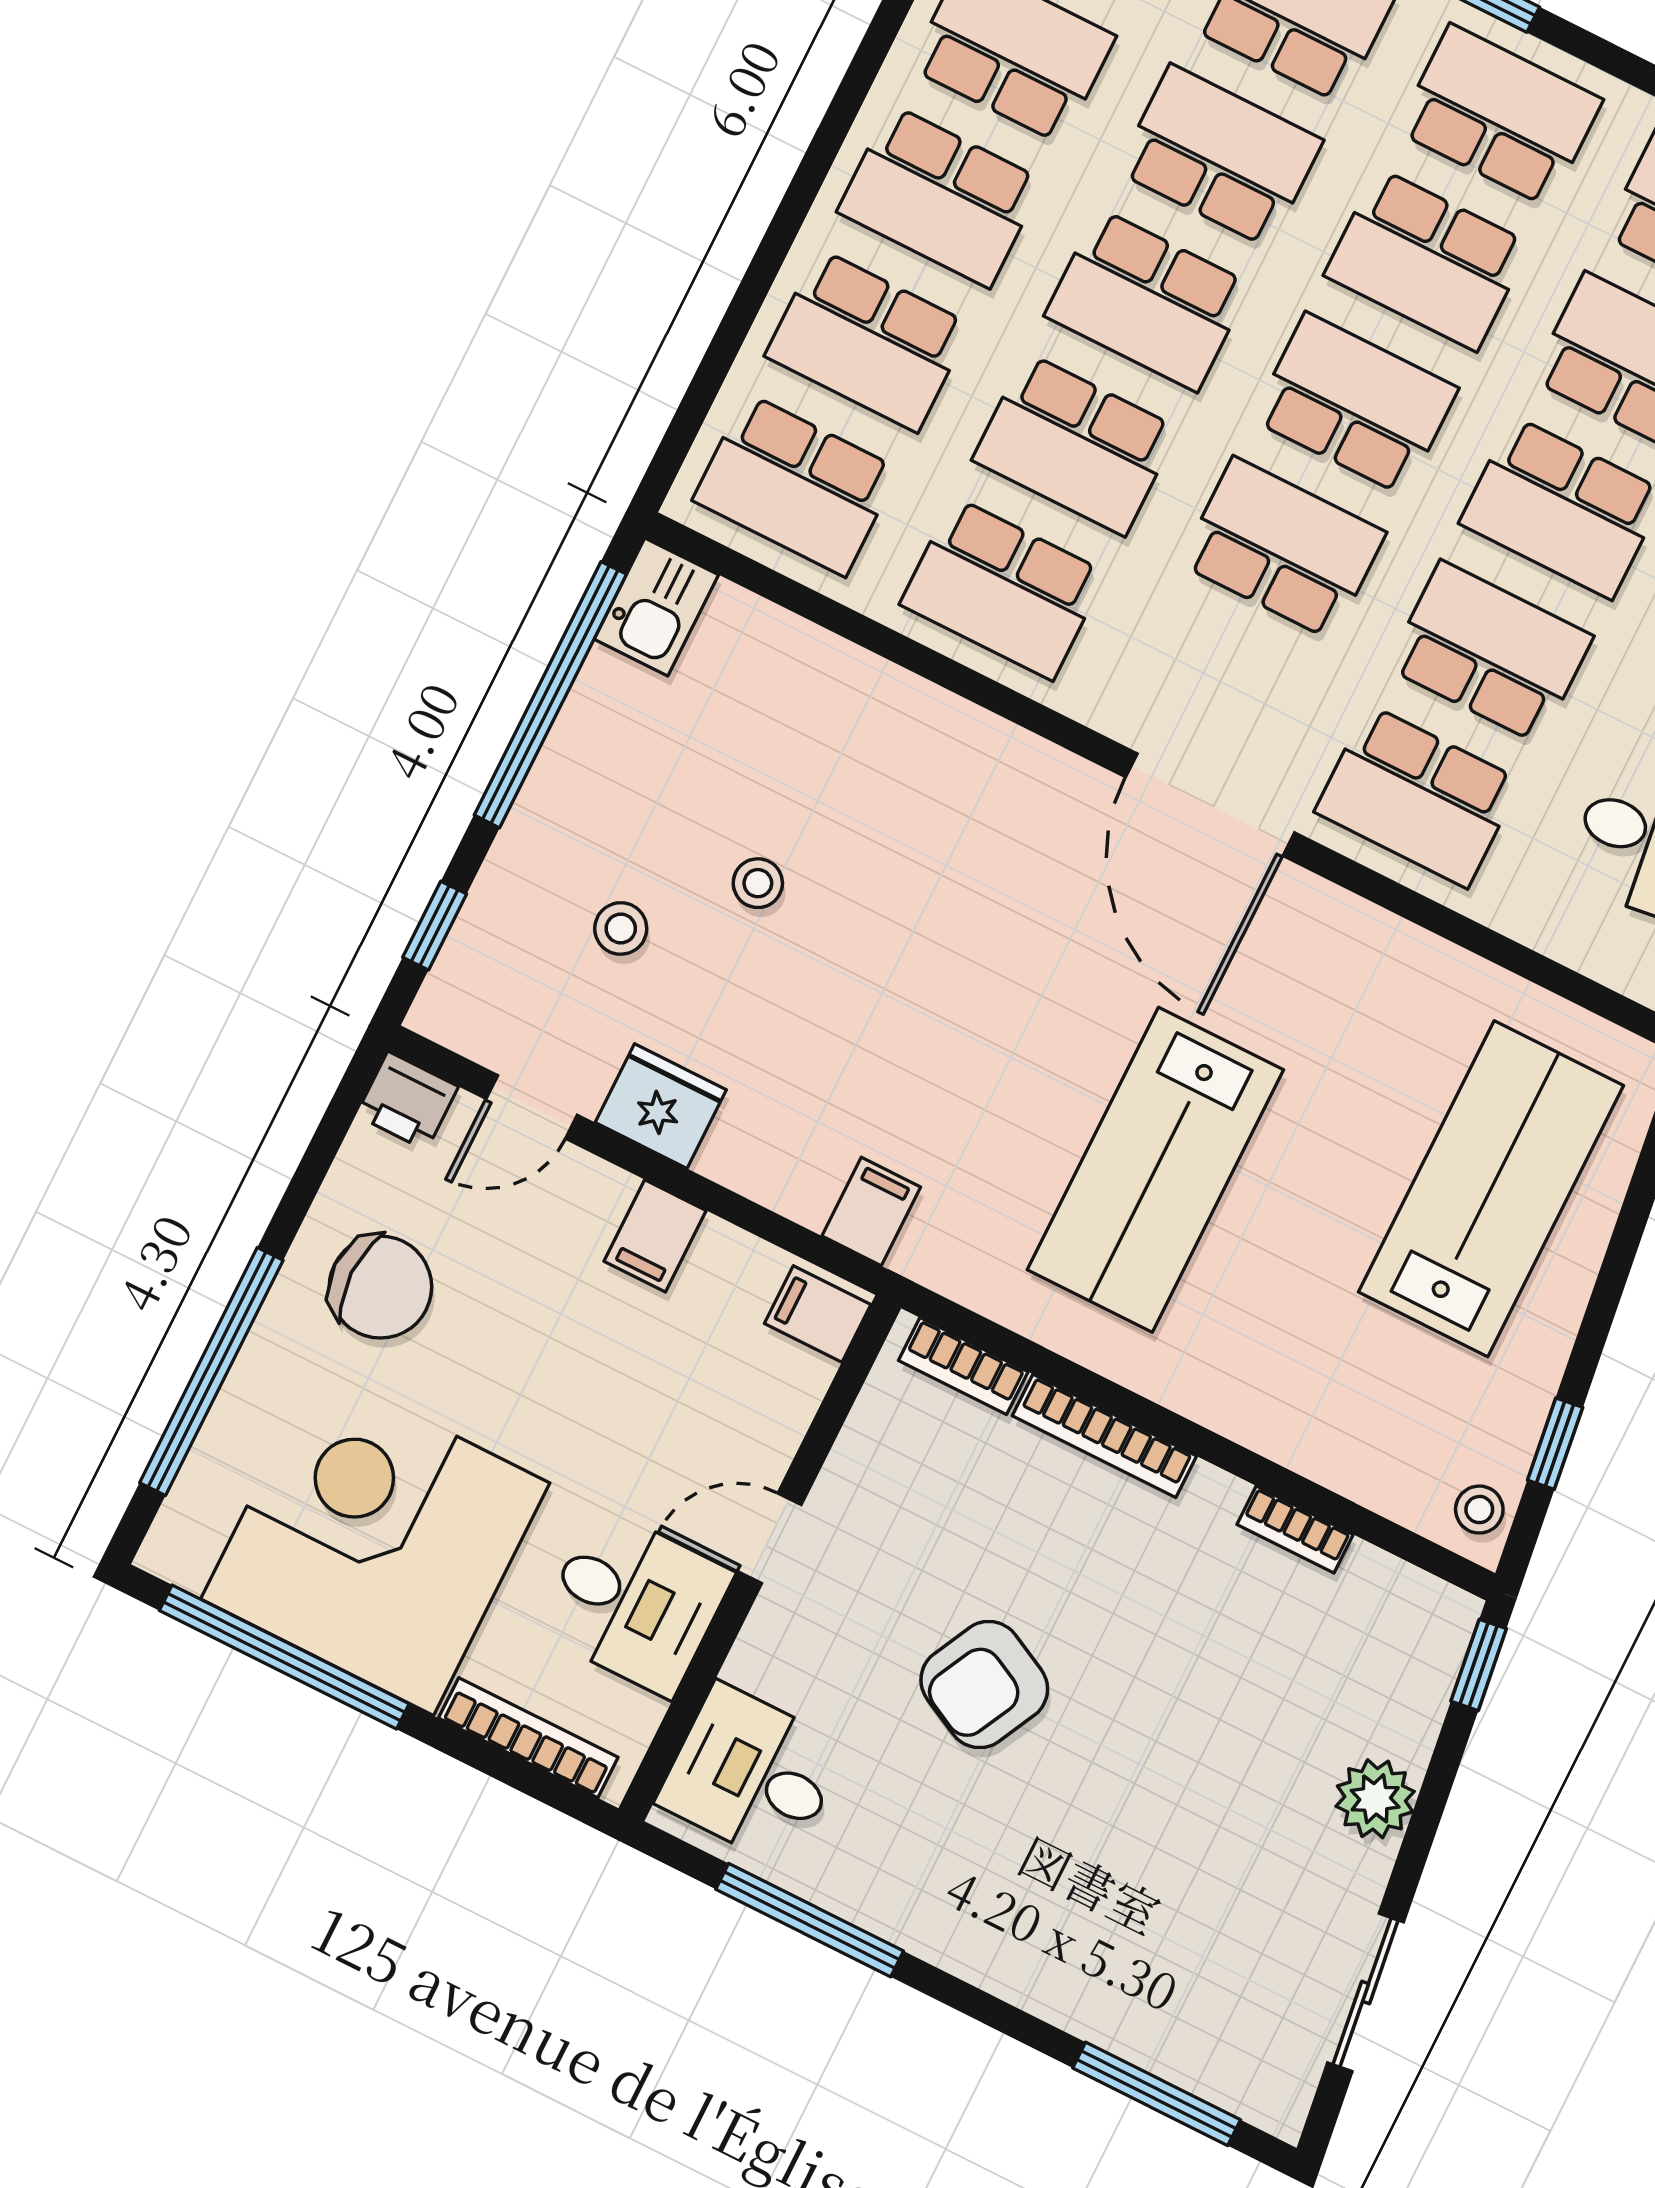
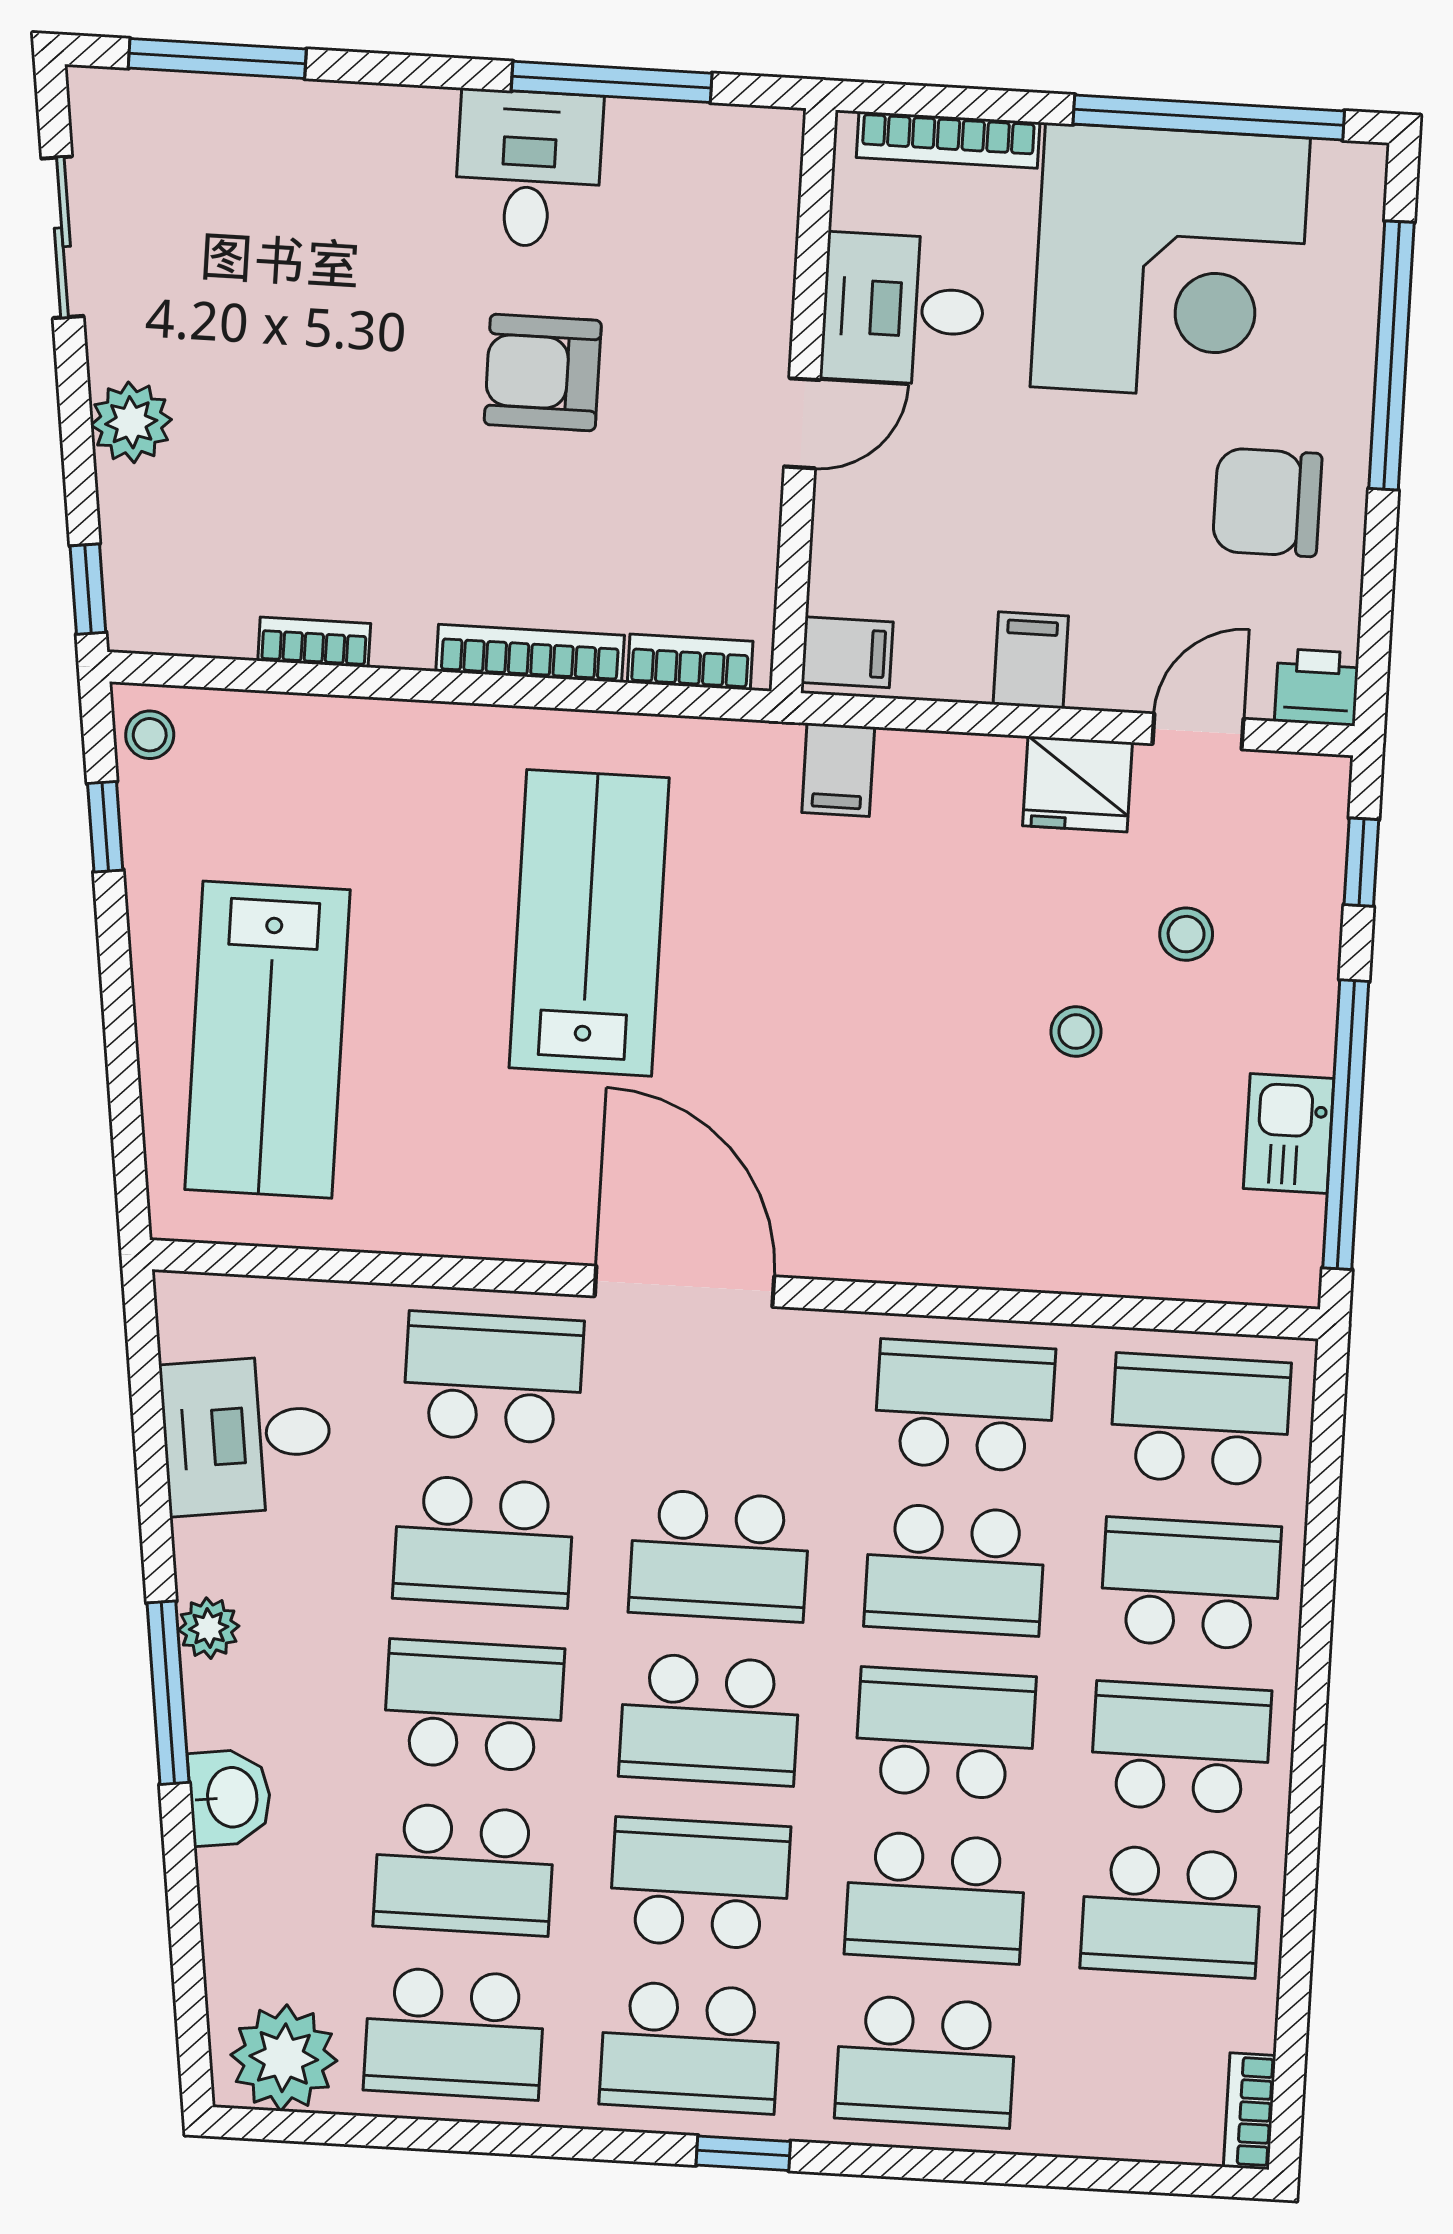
school desk: (1075, 444) -> (955, 1570), turned 180
kitchen sink: (656, 607) -> (1289, 1134), moved
armchair: (984, 1685) -> (543, 372), turned -117
desk: (752, 1775) -> (528, 169), moved, turned -90

